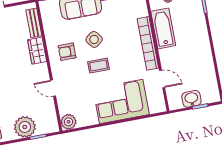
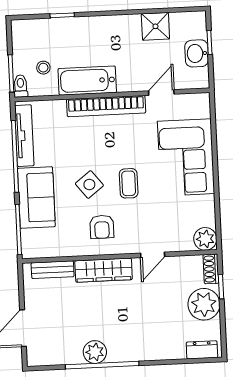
wardrobe: (37, 51) -> (104, 270), width x1.50
shower: (206, 69) -> (155, 26), added
shoe rack: (49, 128) -> (211, 269), added

